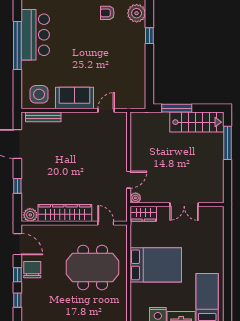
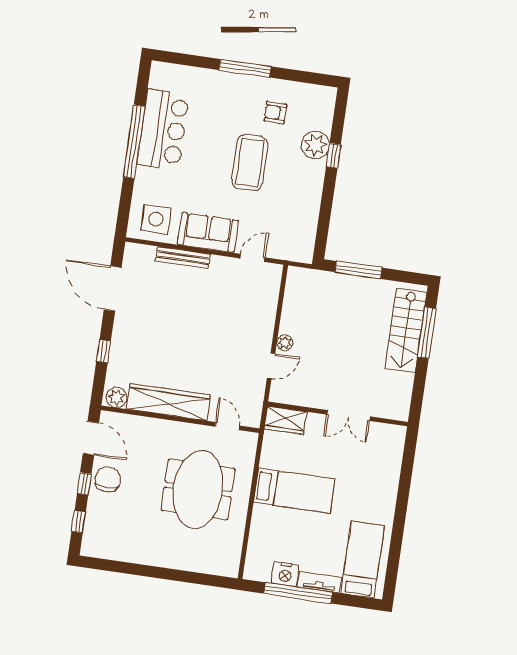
plant: (137, 13) -> (315, 145), moved
coffee table: (95, 48) -> (250, 163), added
bench: (43, 117) -> (183, 258), moved
stairs: (197, 122) -> (406, 330), moved, turned 90
plant: (135, 198) -> (285, 343), moved
bed: (156, 265) -> (294, 491), width x0.67
meeting table: (93, 267) -> (198, 489), turned 90

